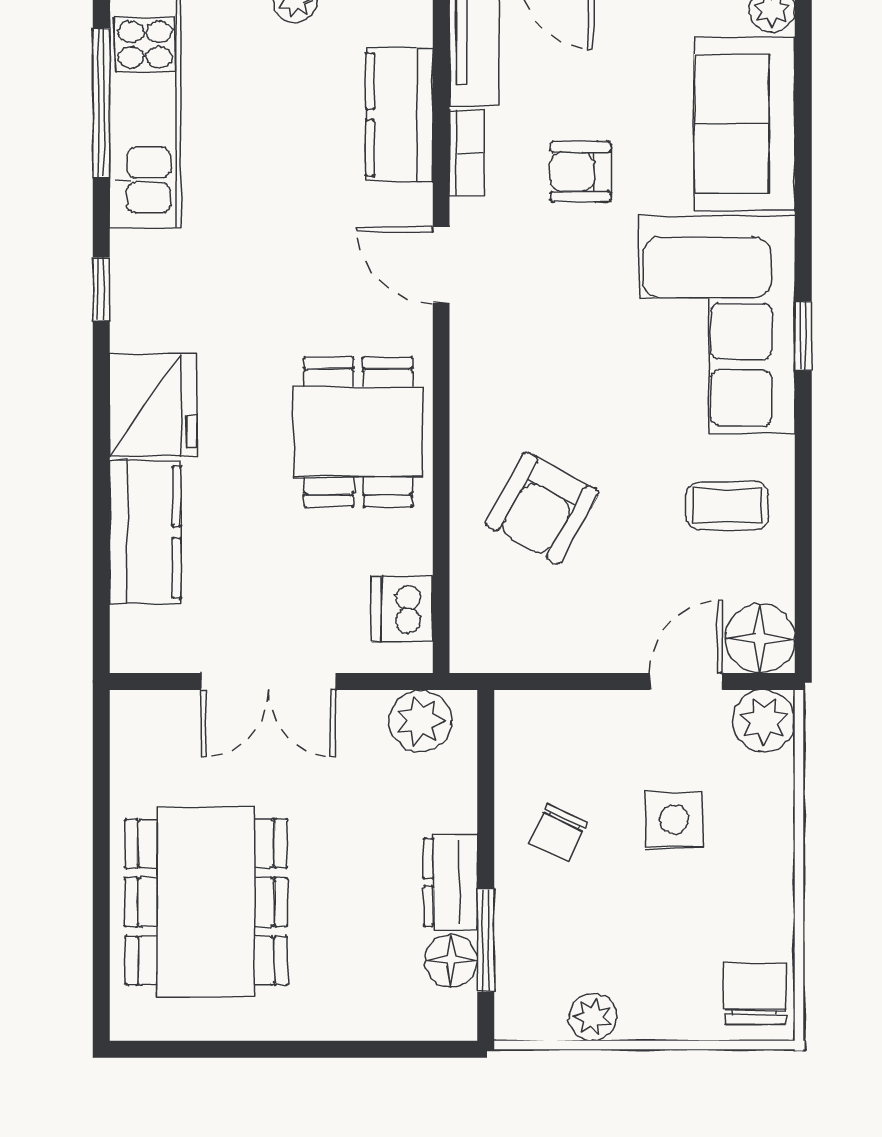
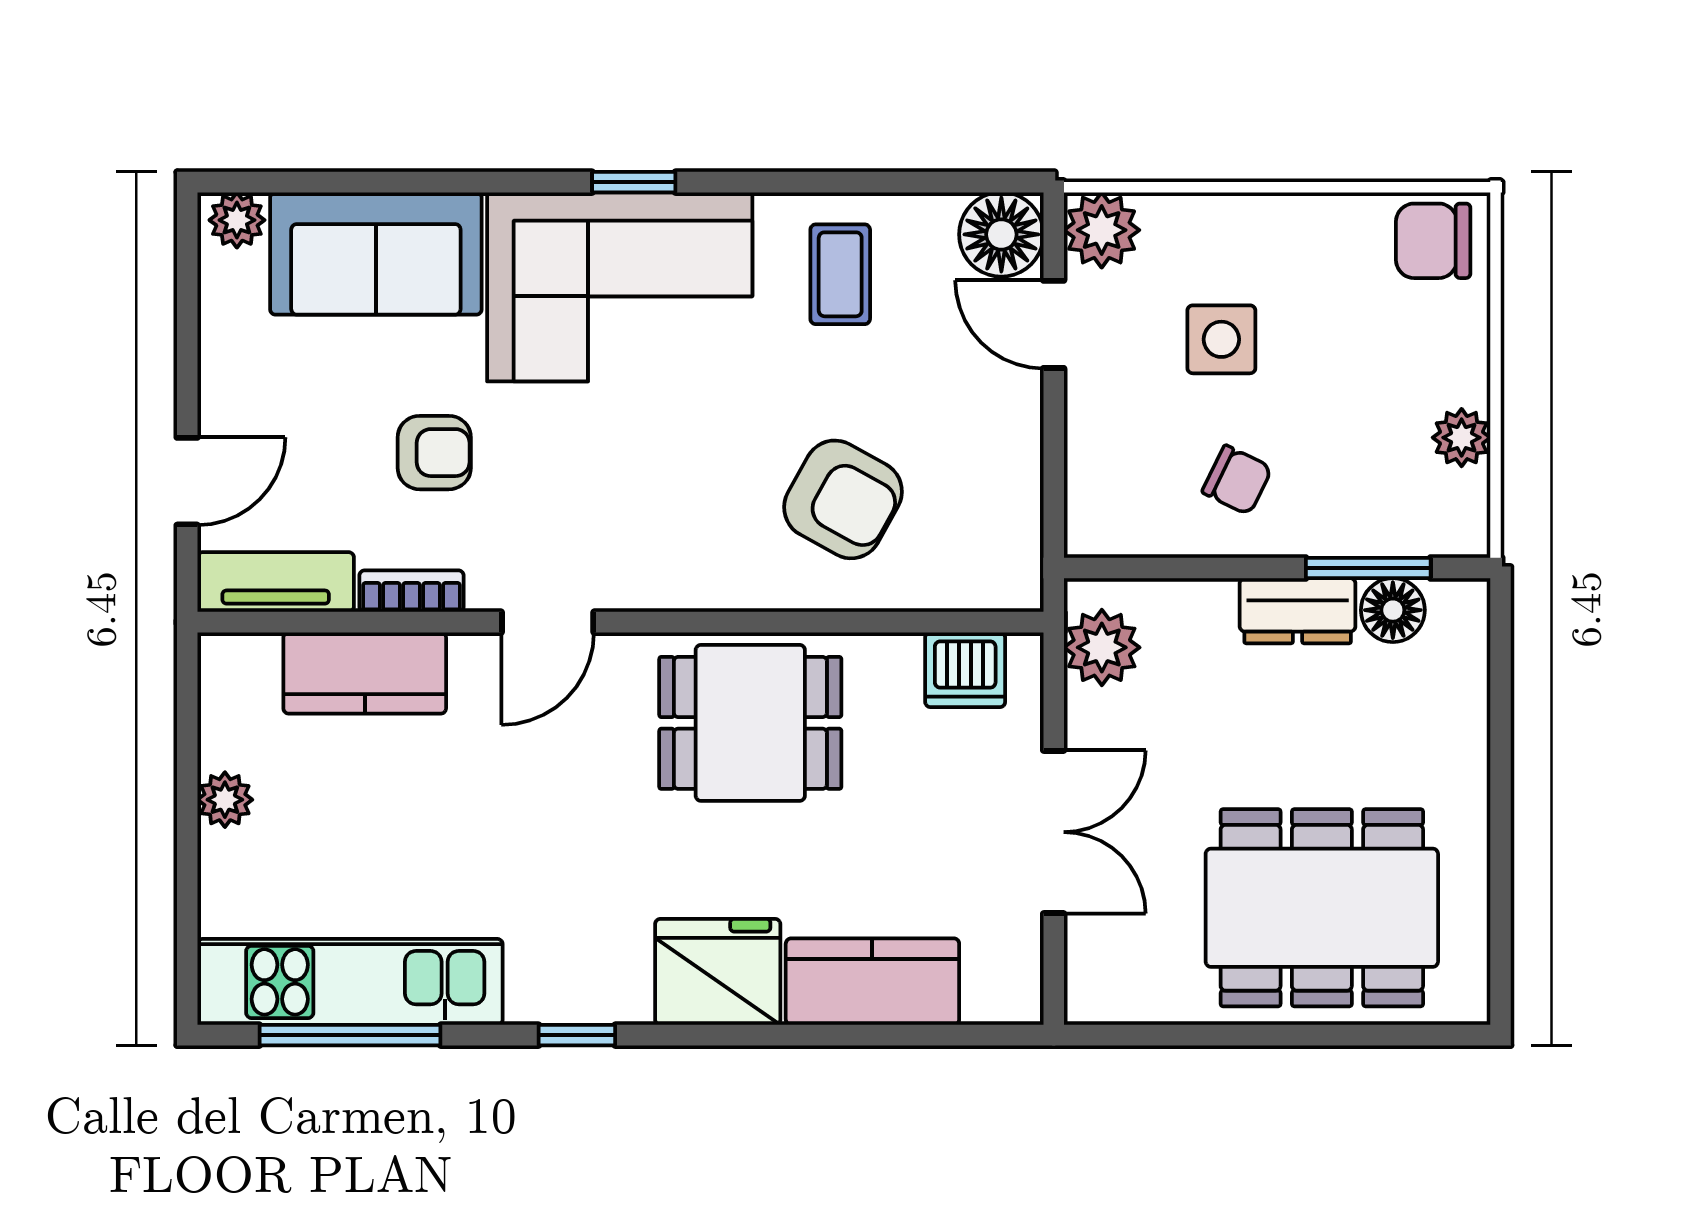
armchair: (581, 172) -> (434, 453), turned -90

